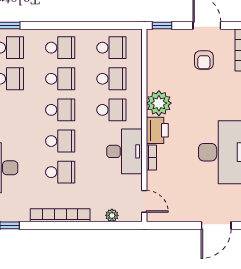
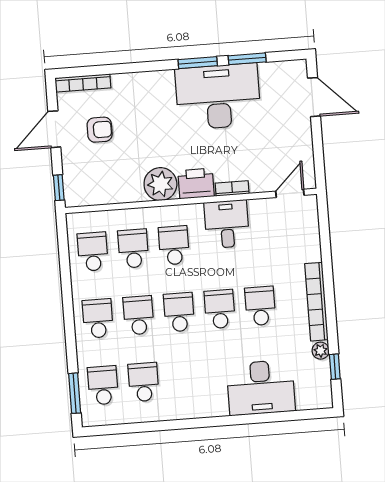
desk: (124, 151) -> (227, 224), width x0.73
plant: (112, 215) -> (321, 351), moved

